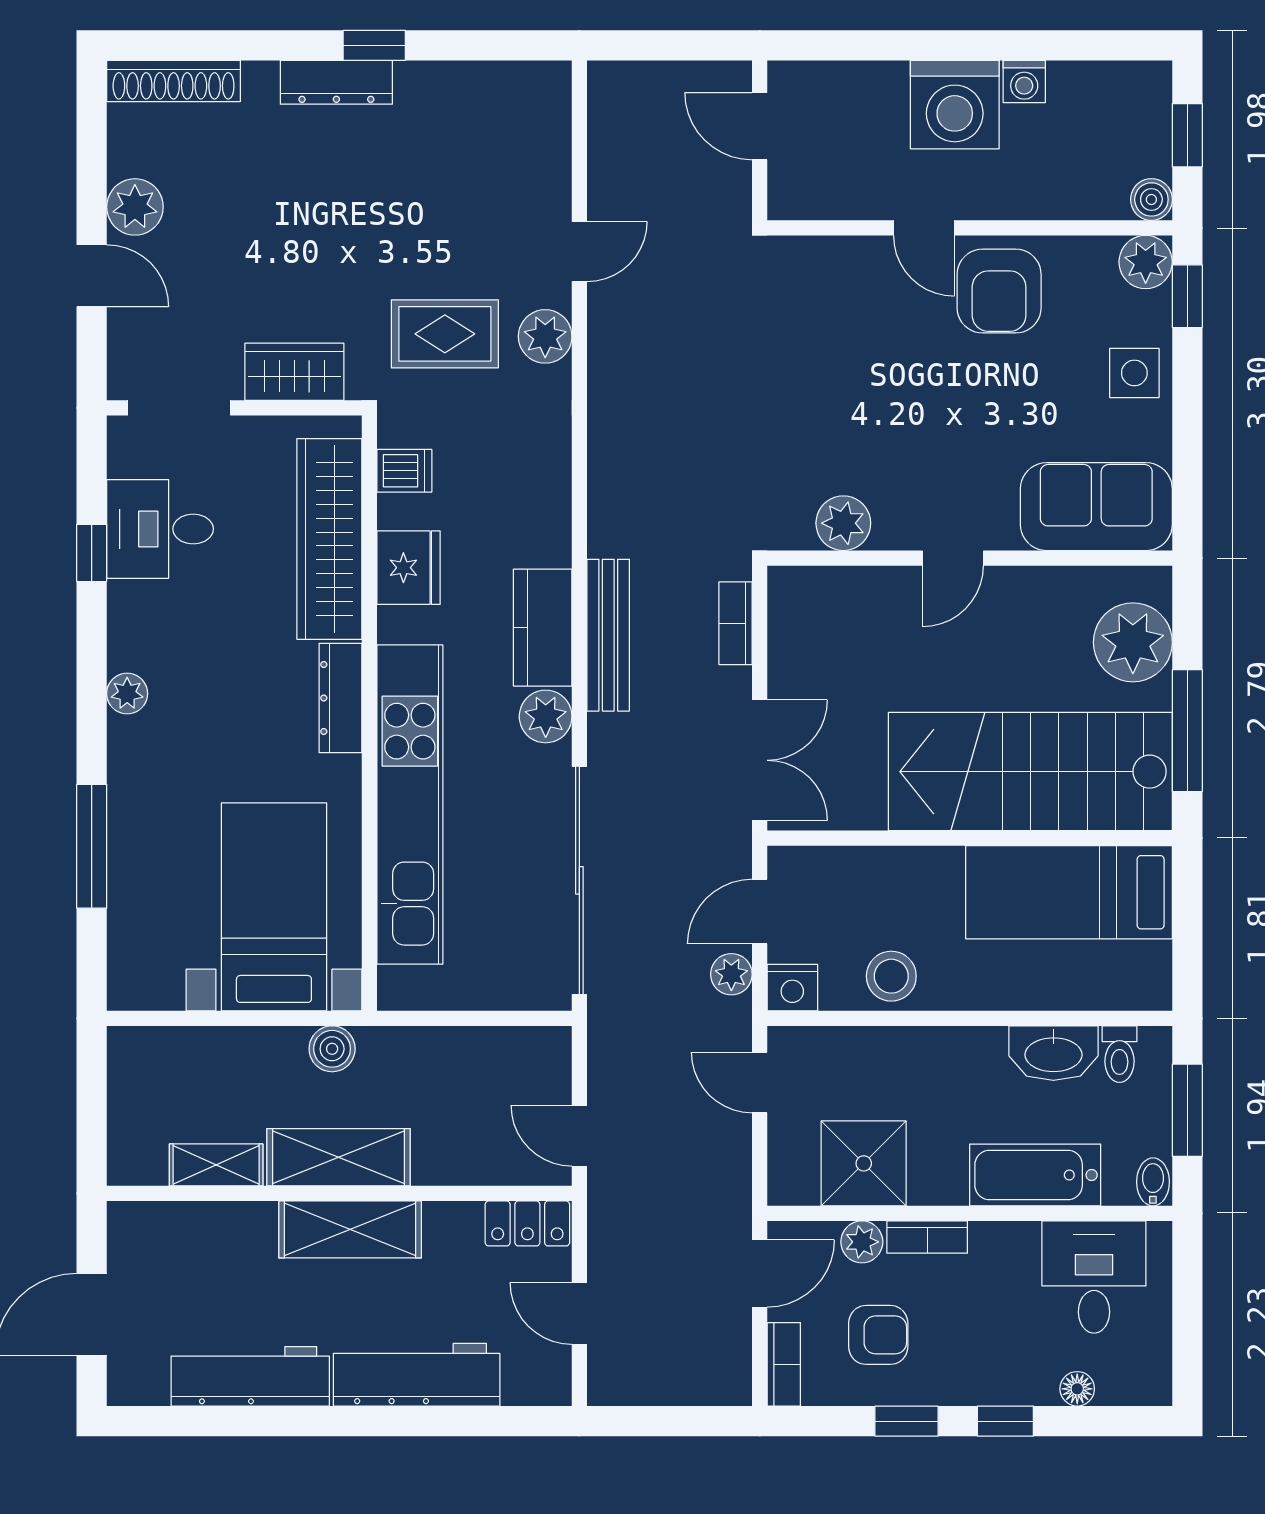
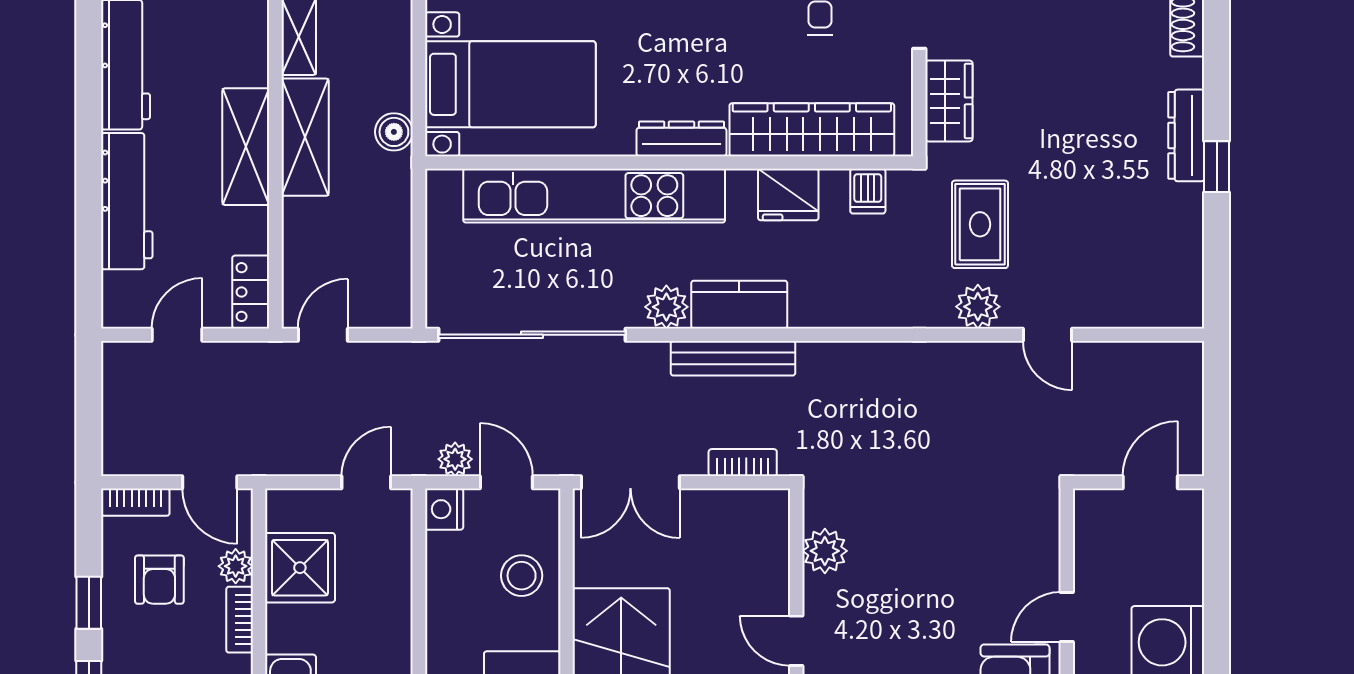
stool: (891, 976) -> (522, 576), moved

